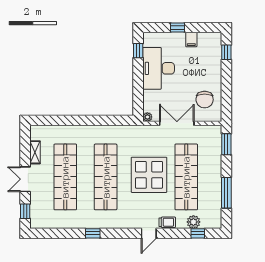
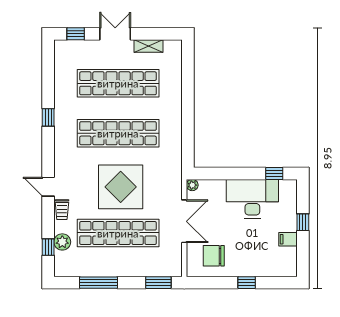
window: (226, 52) -> (247, 283), moved

